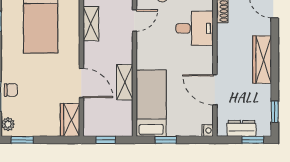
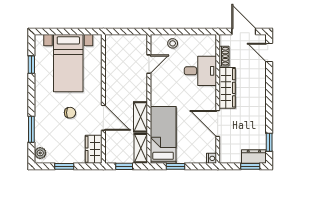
shelving: (91, 24) -> (141, 148), moved
wardrobe: (262, 60) -> (227, 88), moved, turned 180
chair: (11, 90) -> (70, 113), moved
dresser: (242, 128) -> (254, 157), moved
window: (22, 140) -> (64, 166), moved

